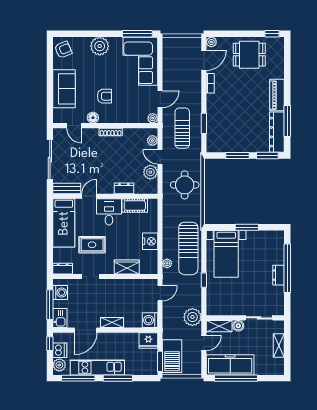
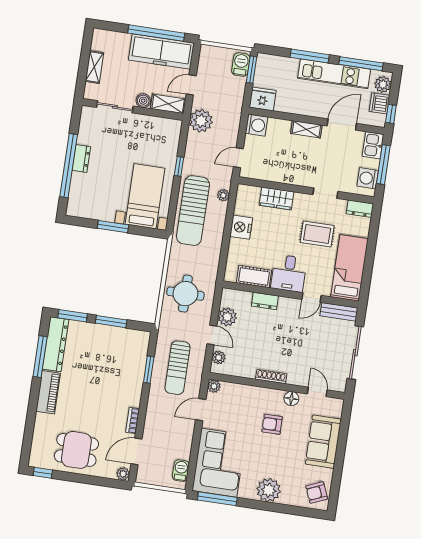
barbecue: (168, 51) -> (181, 471), added
sun lounger: (188, 248) -> (193, 211), turned 180
barbecue: (172, 356) -> (241, 65), width x0.53, depth x0.65

